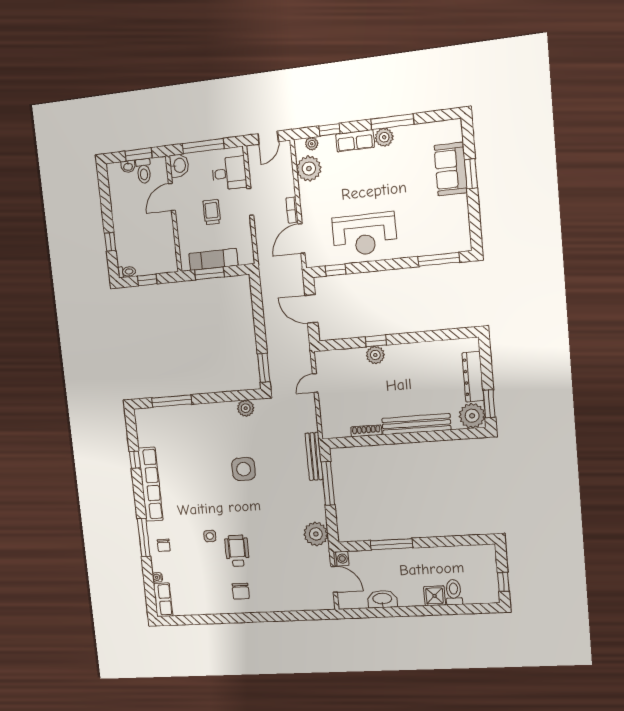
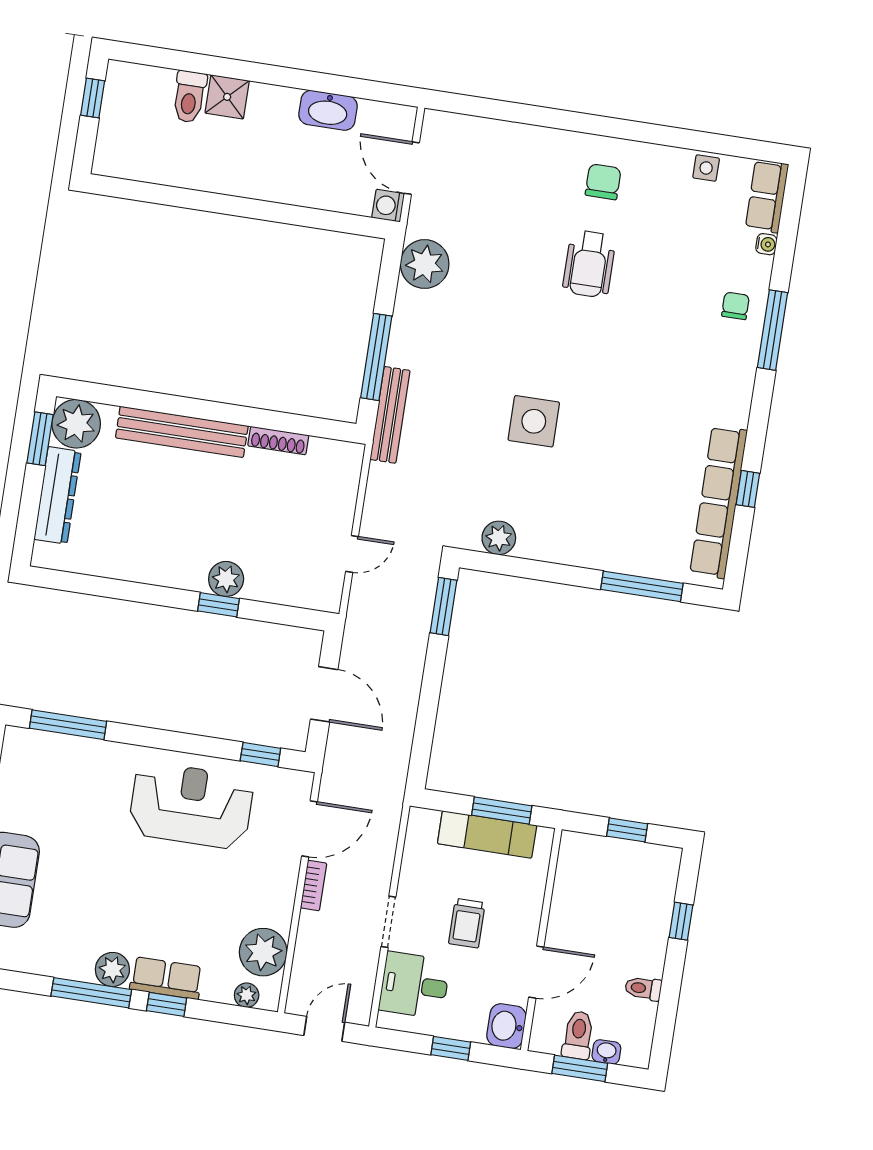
window: (329, 130) -> (167, 1004), moved
window: (203, 146) -> (451, 1048), width x0.46
toilet: (127, 272) -> (643, 988), moved
row of seats: (151, 484) -> (719, 502), moved
side table: (210, 536) -> (706, 168), moved
window: (391, 544) -> (284, 214), removed

